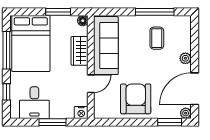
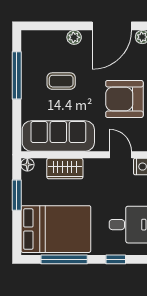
coffee table: (157, 38) -> (61, 81), moved
door: (91, 84) -> (121, 155), moved
door: (195, 89) -> (112, 26), hinge flipped

